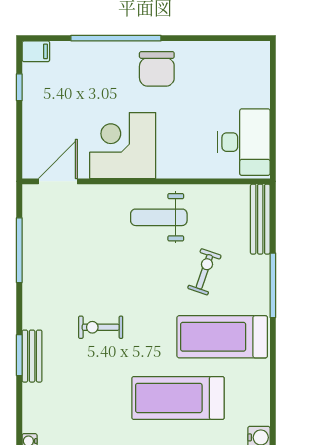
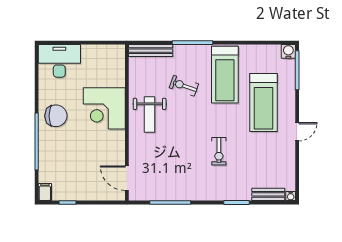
desk: (244, 142) -> (59, 61), moved
corner desk: (123, 146) -> (104, 108), moved
bench: (32, 356) -> (268, 194), moved

